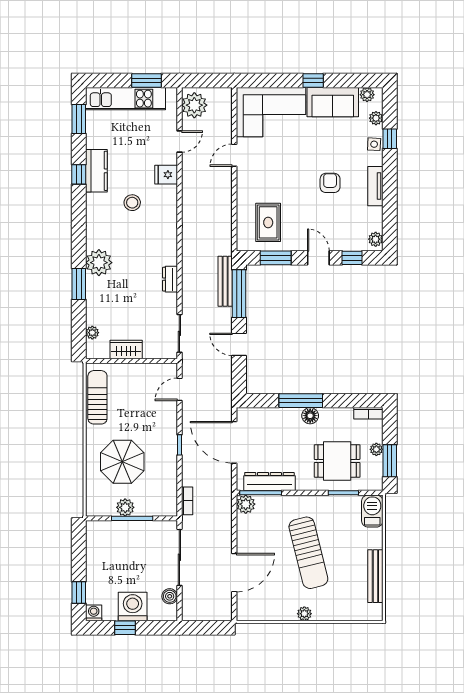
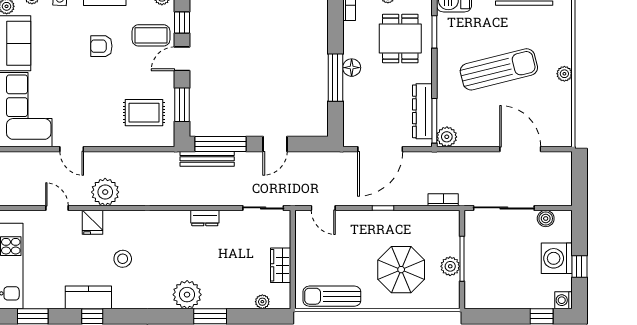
plant: (194, 105) -> (105, 192), moved
coffee table: (340, 229) -> (151, 35), added

